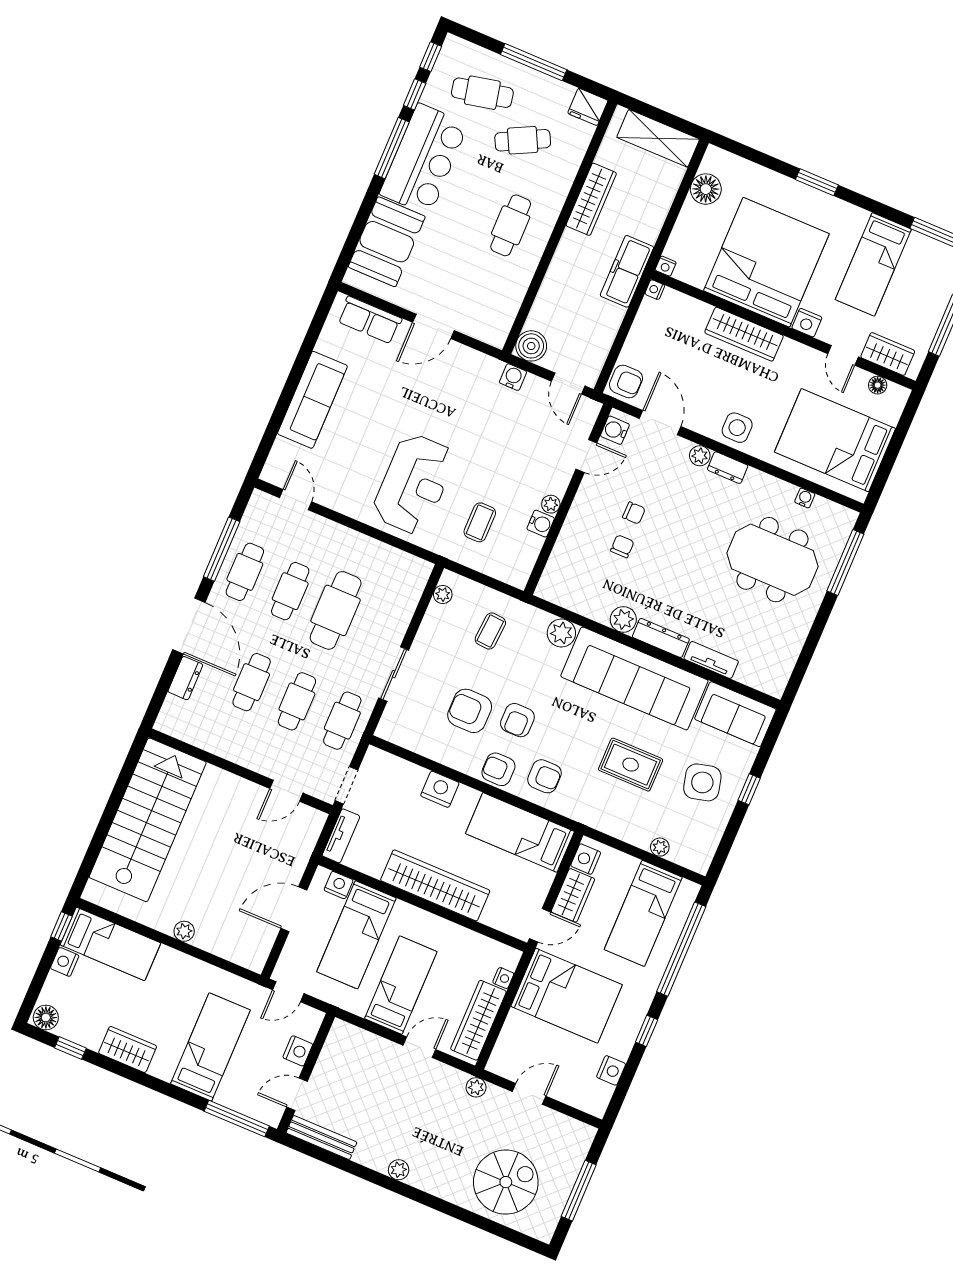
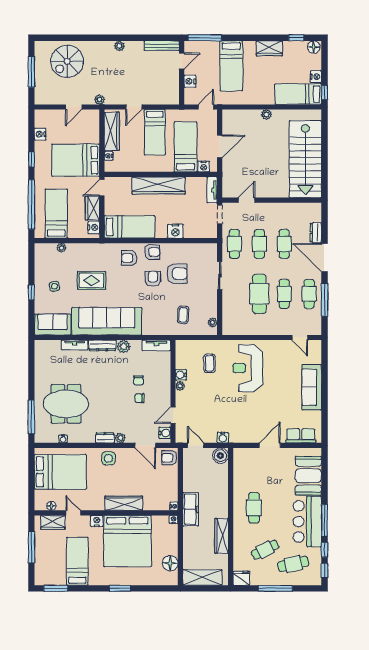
tv unit: (563, 596) -> (156, 345), added
plant: (561, 633) -> (150, 328), removed
side table: (702, 782) -> (55, 286), width x0.54, depth x0.54

